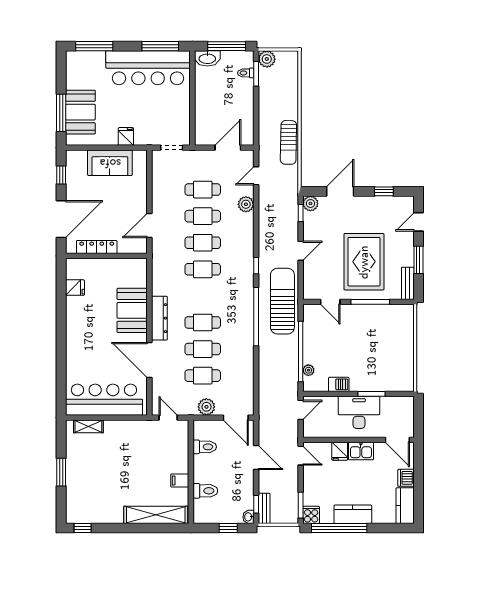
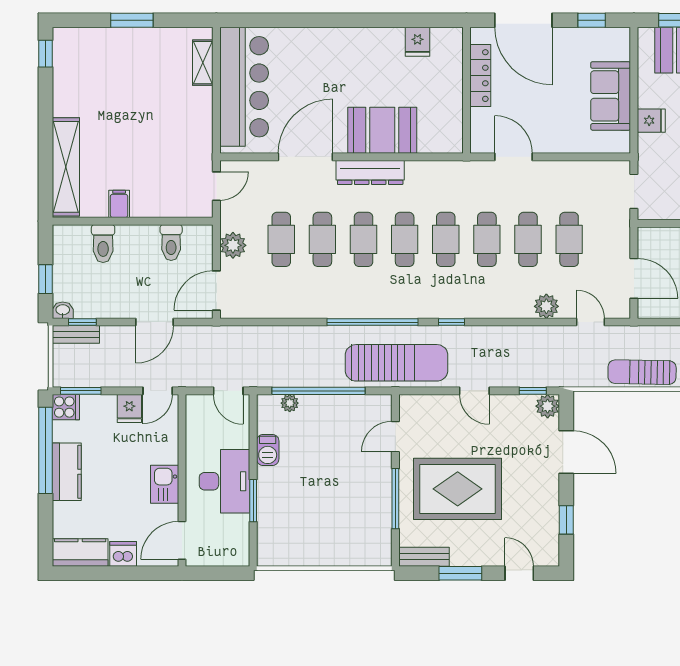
cafe table: (203, 296) -> (405, 239), added
fridge: (340, 451) -> (129, 408), moved, turned -90

